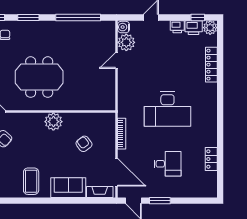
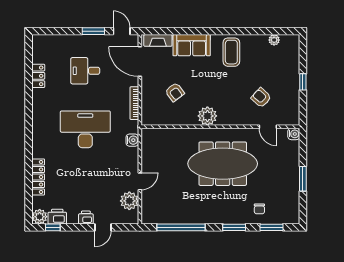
water cooler: (124, 27) -> (132, 140), moved
printer: (177, 27) -> (86, 218), moved
meeting table: (39, 77) -> (223, 164), width x1.36

